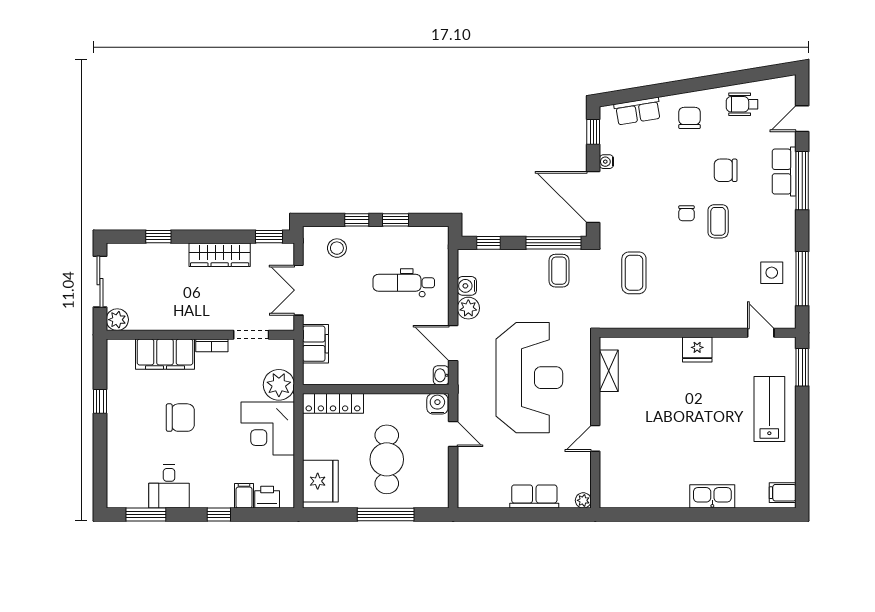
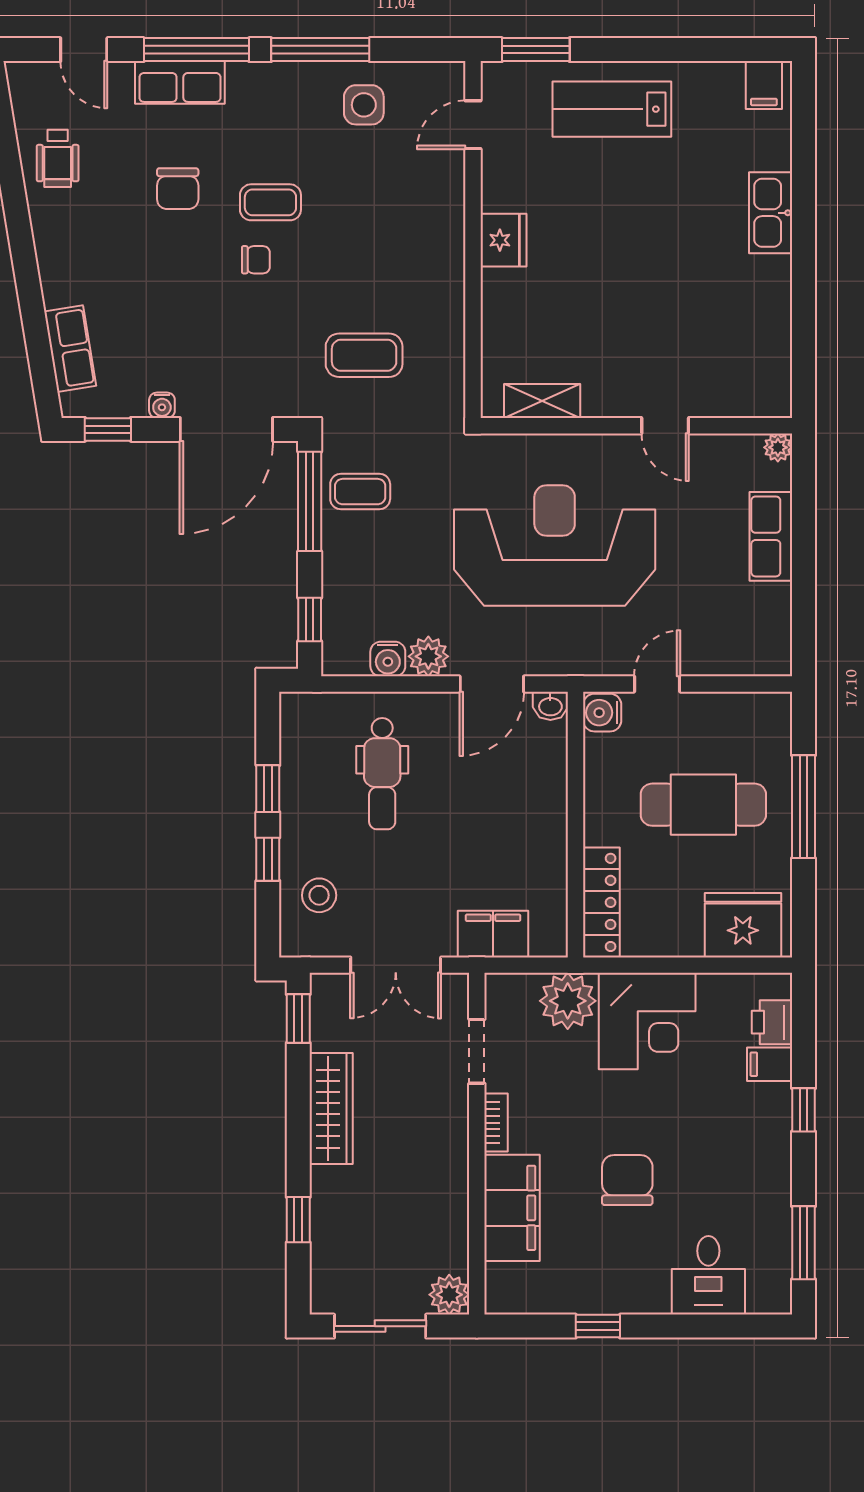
chair: (690, 118) -> (82, 254), removed
window: (802, 279) -> (320, 50), moved
desk: (169, 487) -> (708, 1275), moved, turned 90

